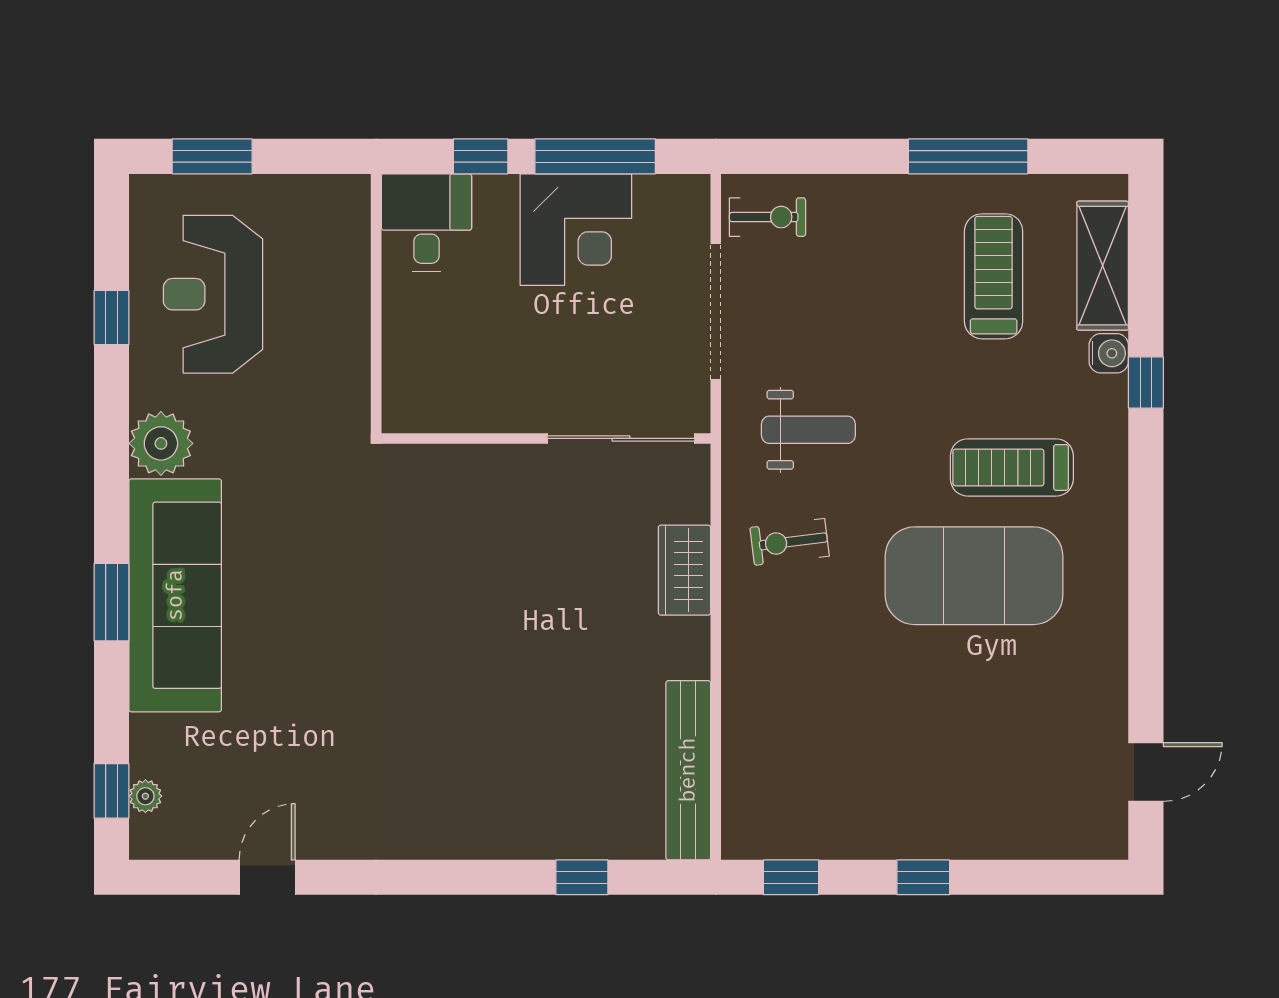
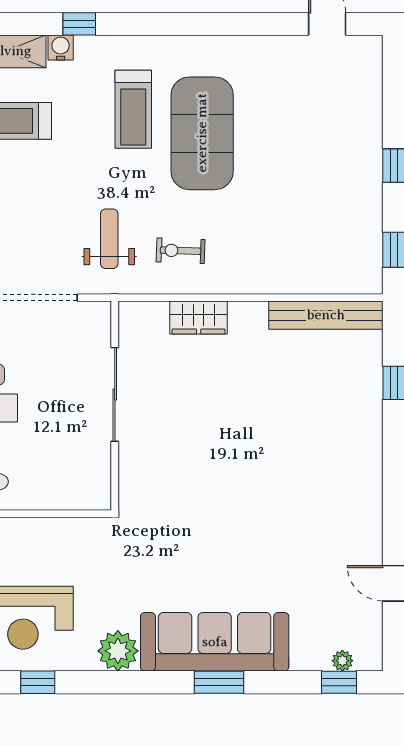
sliding door: (621, 438) -> (115, 394), moved
exercise bike: (790, 542) -> (181, 251), turned 99

